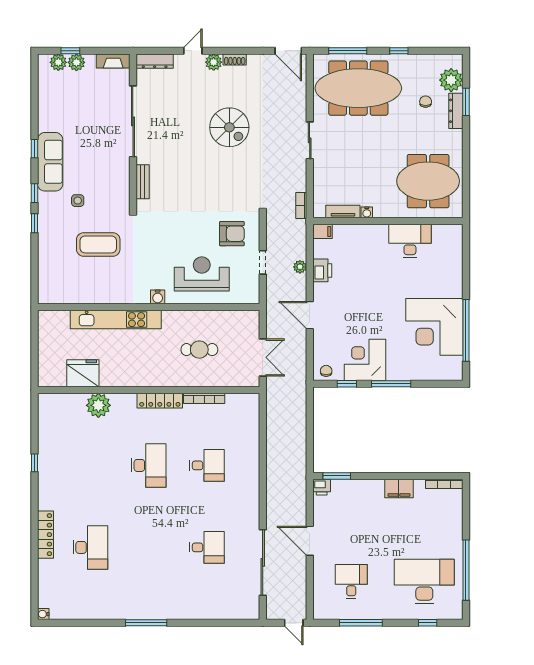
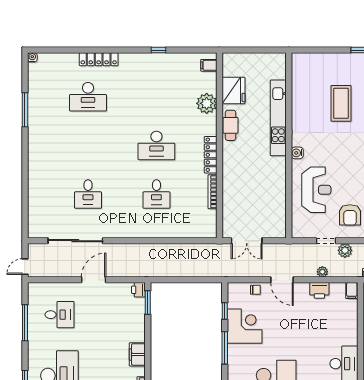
plant: (274, 240) -> (345, 250), added
door: (310, 315) -> (282, 280), swing flipped
cafe table: (199, 350) -> (231, 125), moved
chair: (326, 371) -> (255, 290), moved
filing cabinet: (53, 403) -> (209, 65), added
window: (146, 623) -> (25, 110), moved

